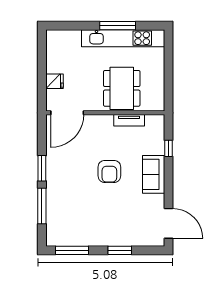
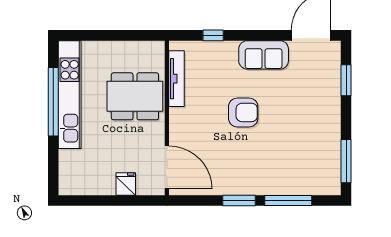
window: (118, 26) -> (53, 102), width x1.46
tv unit: (129, 120) -> (177, 79), width x1.41
sofa: (154, 174) -> (264, 55), moved
window: (120, 250) -> (346, 80), moved

